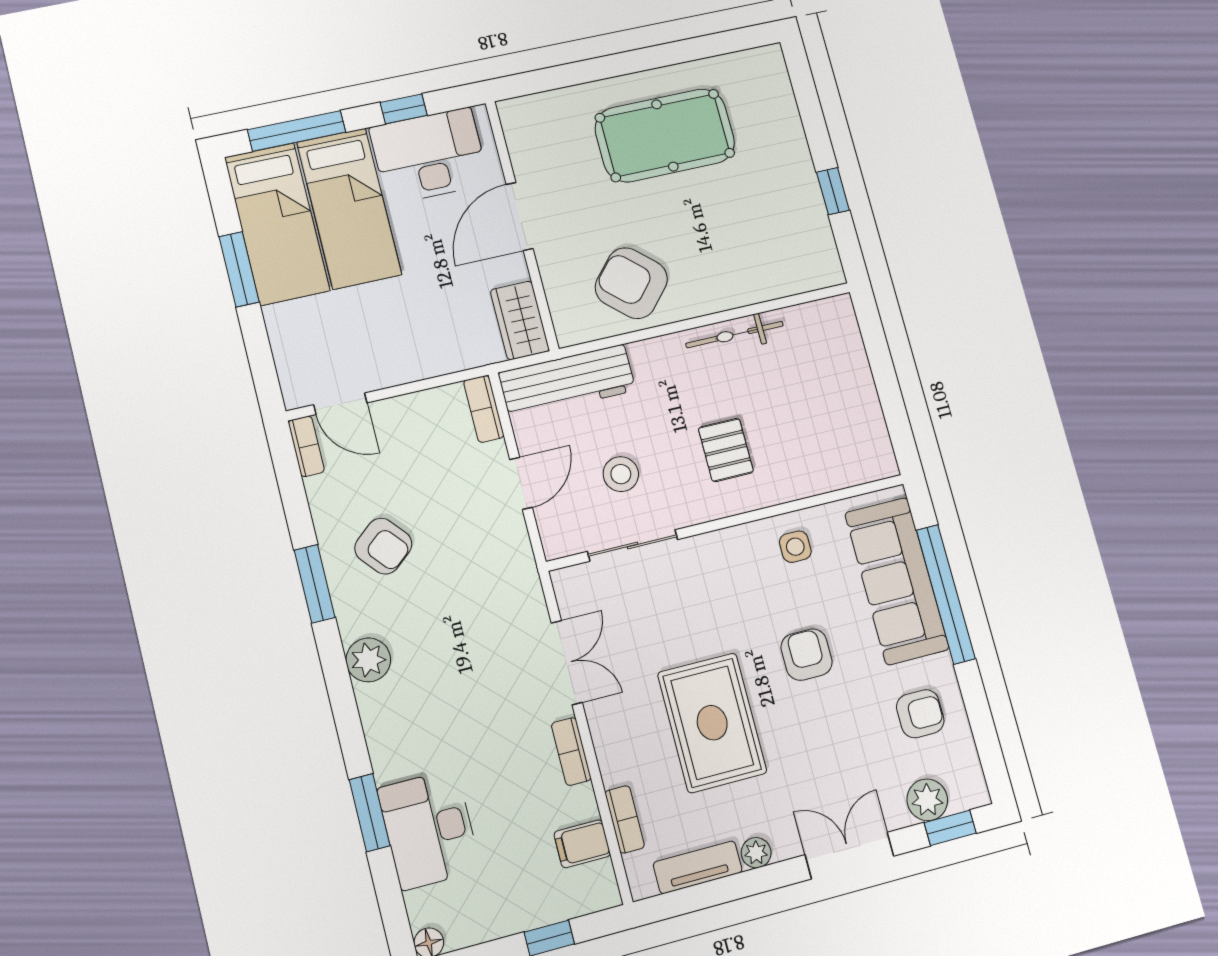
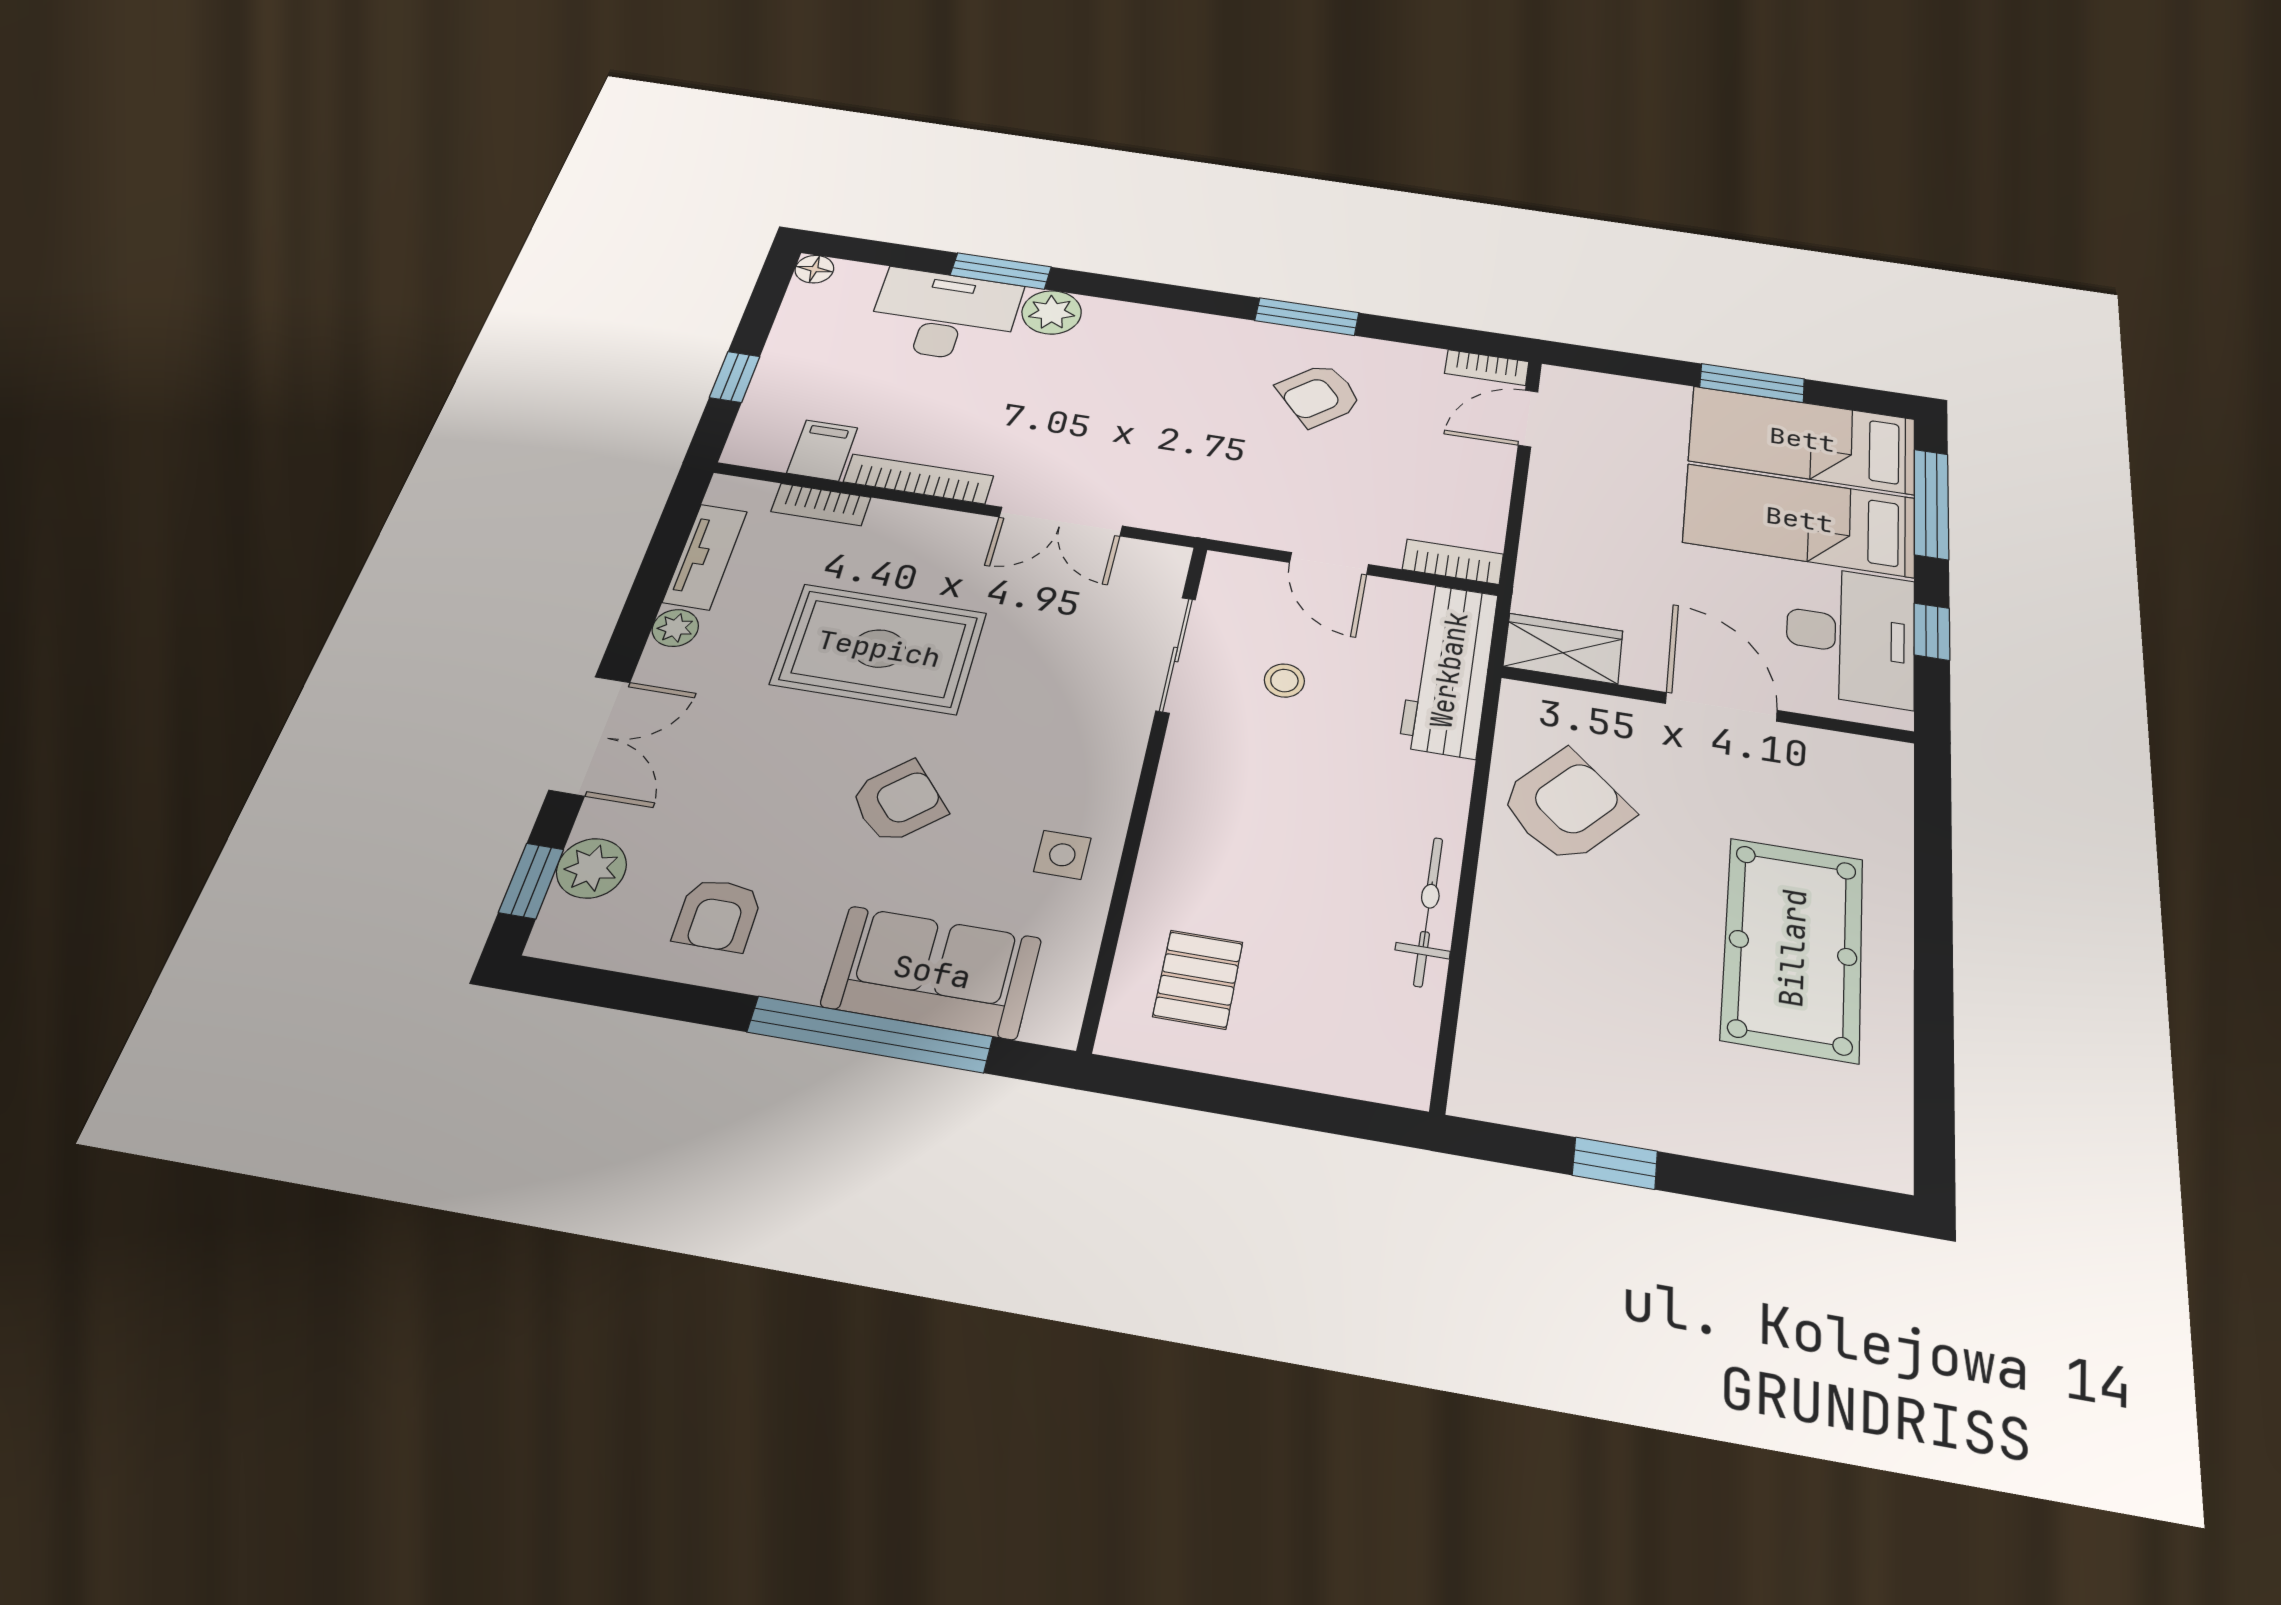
pallet: (726, 450) -> (1198, 979), moved, turned 90
stool: (621, 474) -> (1284, 681), width x0.73, depth x0.73
sofa: (897, 581) -> (932, 972), width x0.73
armchair: (807, 655) -> (898, 802), turned -41
plant: (368, 660) -> (1052, 312), moved
bookcase: (571, 752) -> (918, 479), width x1.56

